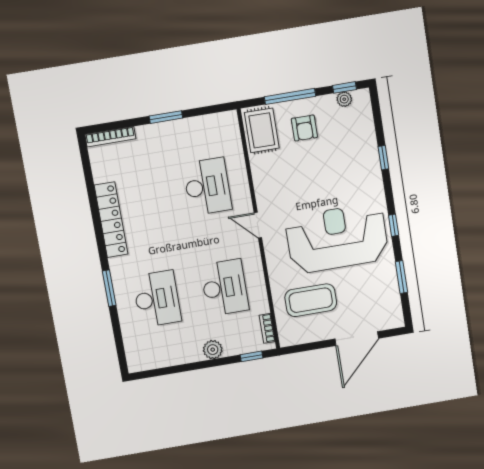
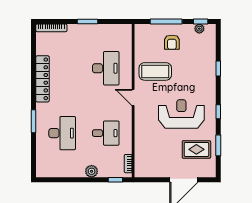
rug: (262, 130) -> (196, 149), moved, turned 90
reception desk: (337, 238) -> (181, 114), width x0.74, depth x0.77
desk: (225, 287) -> (106, 133), width x0.73
coffee table: (311, 300) -> (155, 71), moved

